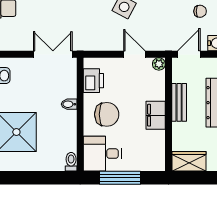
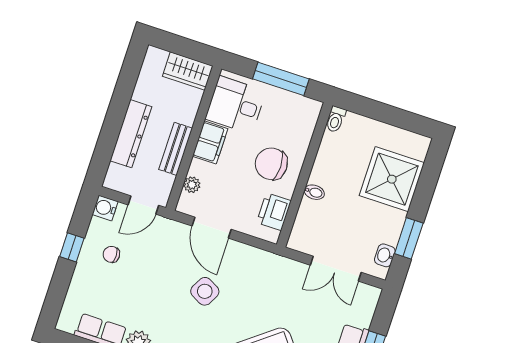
double door: (53, 54) -> (336, 269), moved
door: (134, 54) -> (212, 228), width x1.38
plant: (159, 64) -> (192, 185), moved
desk: (102, 154) -> (236, 105), moved, turned 180

